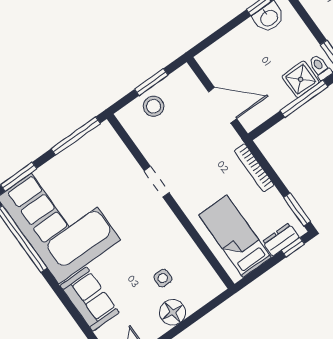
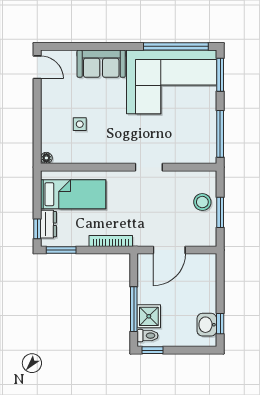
floor lamp: (173, 312) -> (46, 158), moved, width x0.53, depth x0.53

